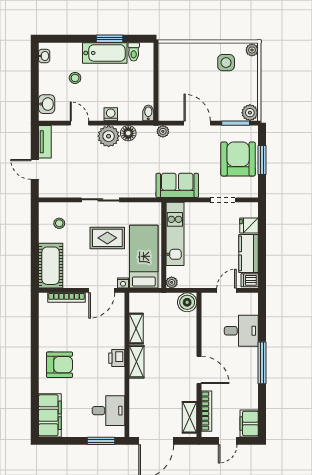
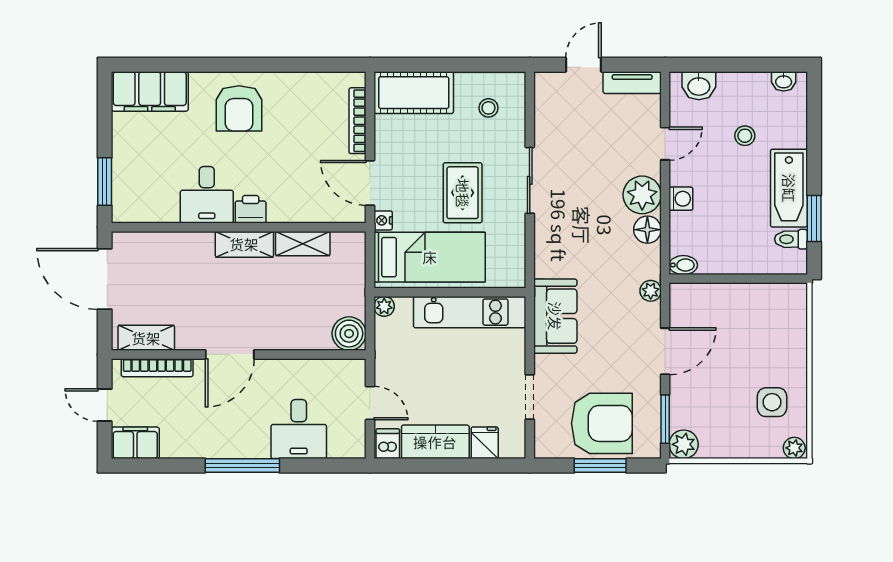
window: (109, 39) -> (814, 218), moved
desk: (108, 411) -> (207, 195), moved

